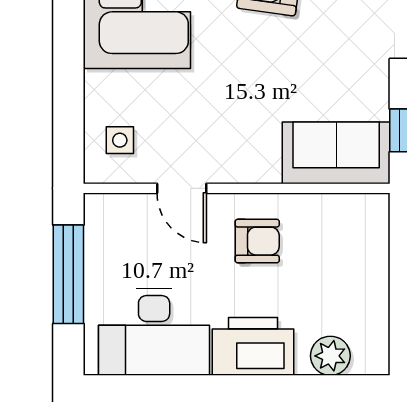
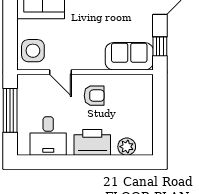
side table: (120, 140) -> (33, 51), width x1.87, depth x1.87
desk: (154, 332) -> (48, 136), width x0.73

